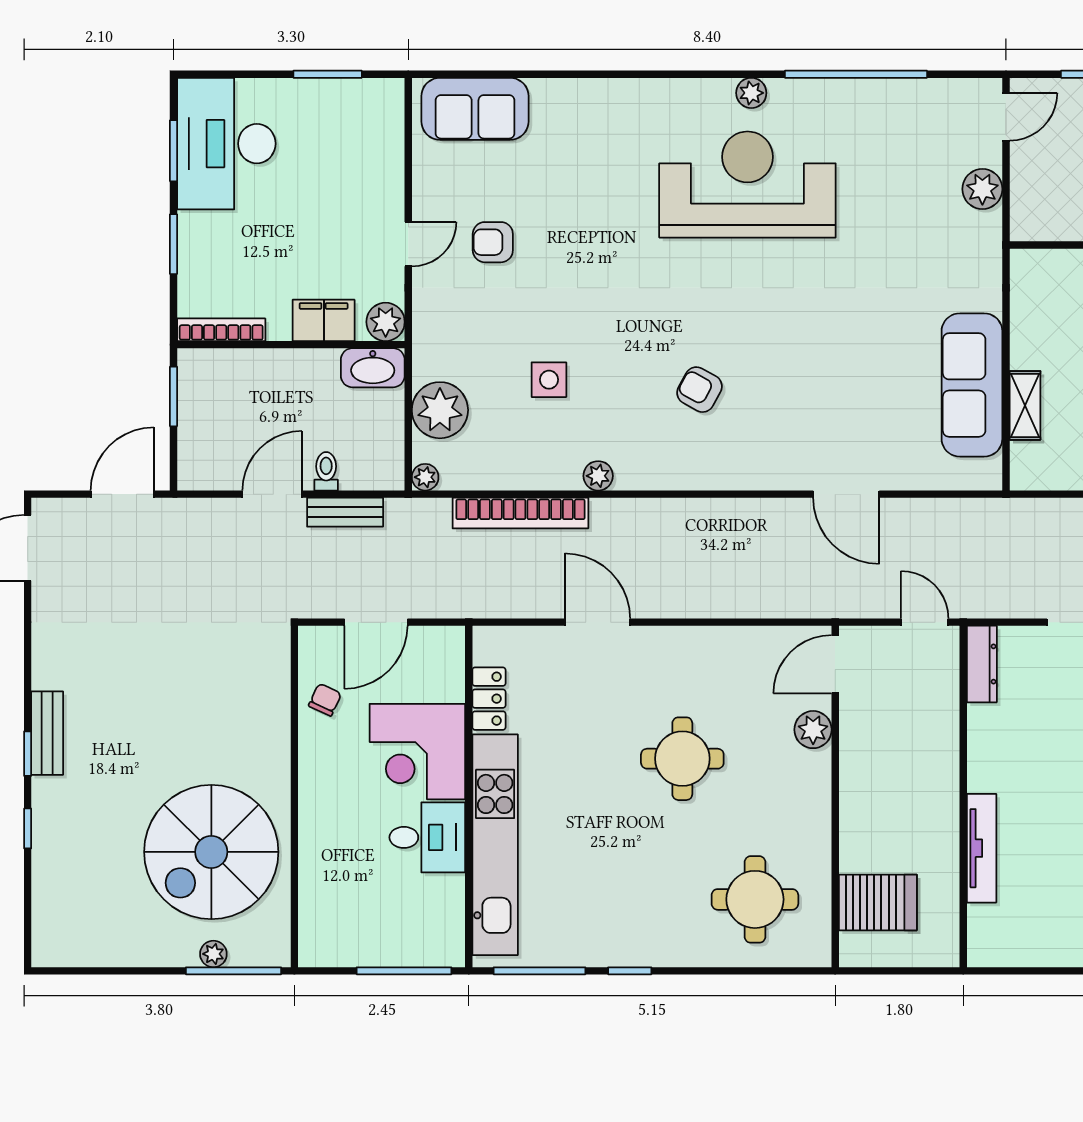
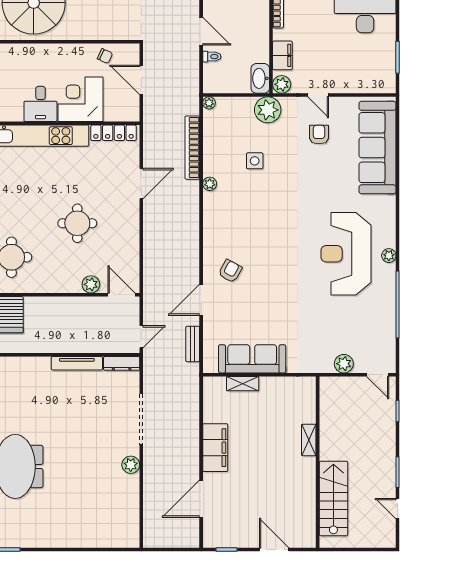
sofa: (475, 109) -> (377, 148), width x1.85, depth x1.27
reception desk: (747, 184) -> (346, 254), turned 180
armchair: (699, 390) -> (230, 271), moved
plant: (440, 410) -> (268, 110), moved
bench: (345, 512) -> (193, 344), moved
locker: (489, 699) -> (114, 133), width x1.53
tv unit: (982, 848) -> (77, 363), moved

